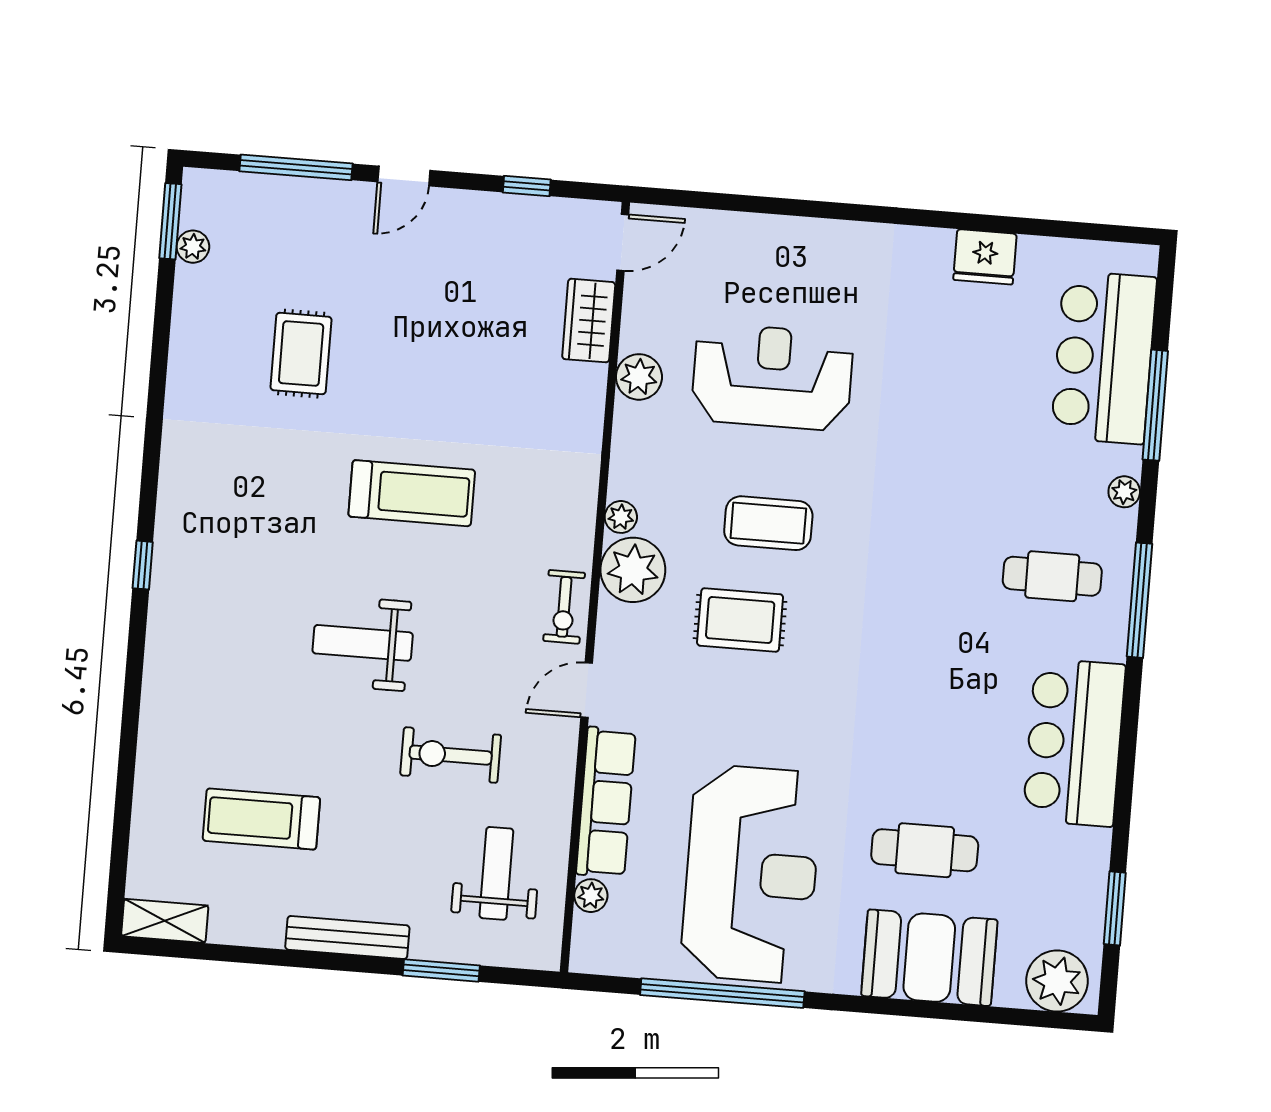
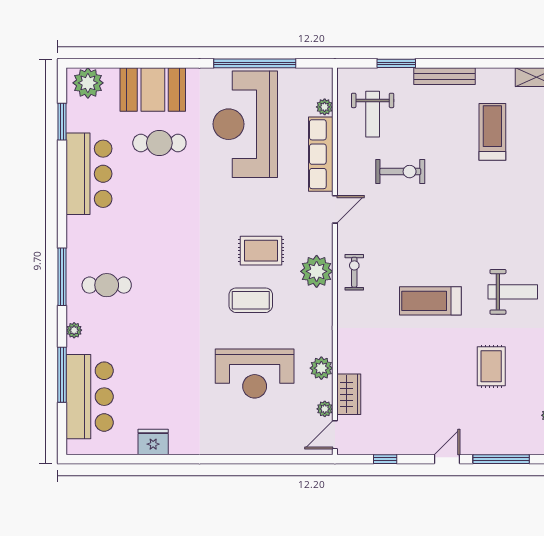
plant: (621, 517) -> (325, 409), moved
exercise bike: (564, 607) -> (354, 272), moved
weight bench: (363, 643) -> (513, 292), moved
bar counter: (1074, 742) -> (89, 174), moved
treadmill: (261, 819) -> (492, 132), turned -90

